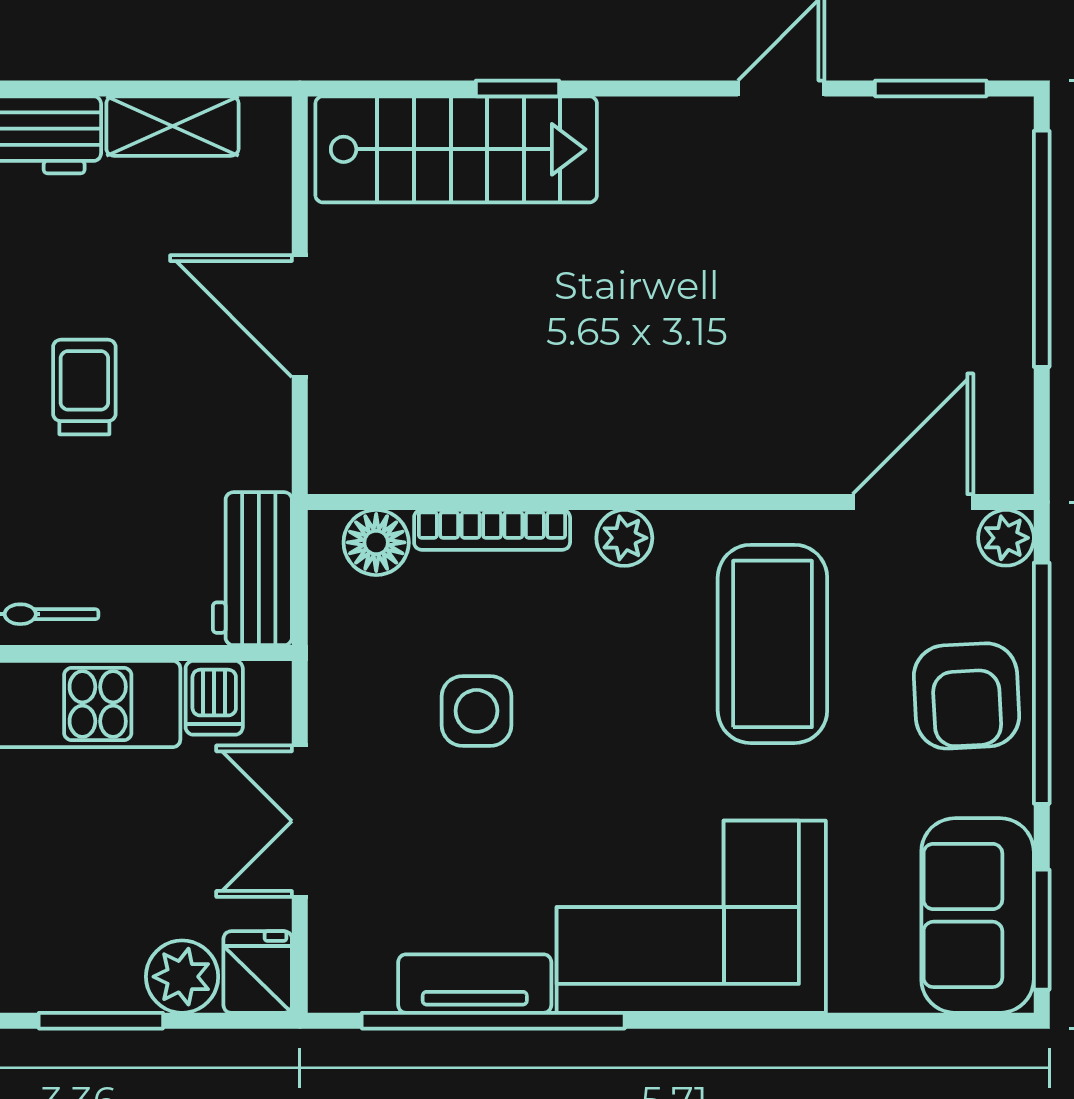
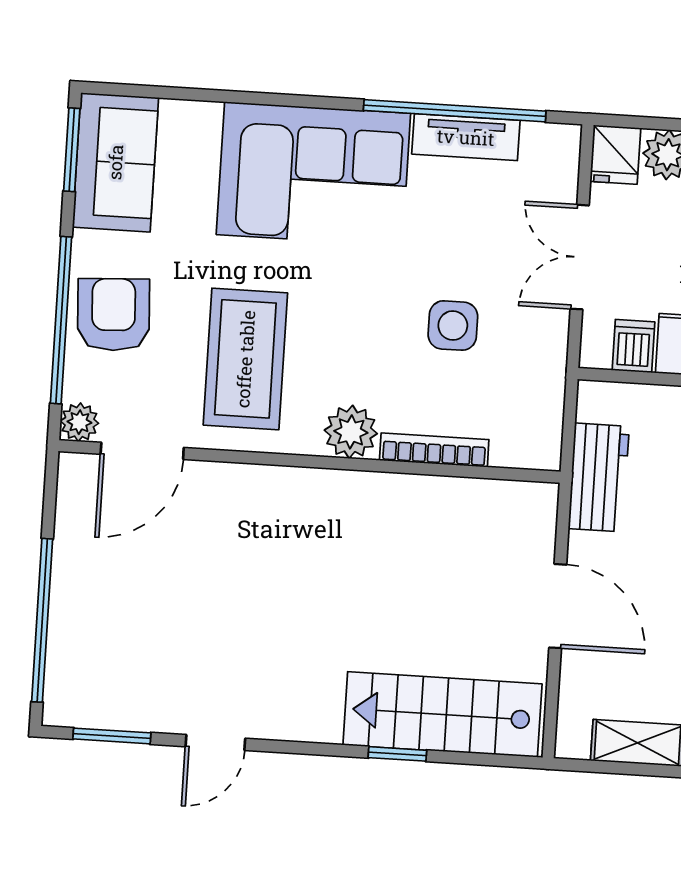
plant: (624, 538) -> (351, 432), width x1.38, depth x1.38
floor lamp: (376, 542) -> (515, 446), removed
workbench: (252, 569) -> (599, 477), moved
double door: (300, 821) -> (580, 257), swing flipped

